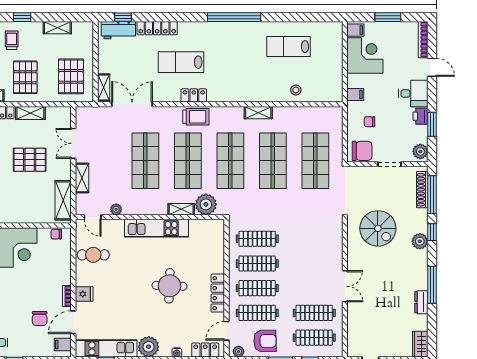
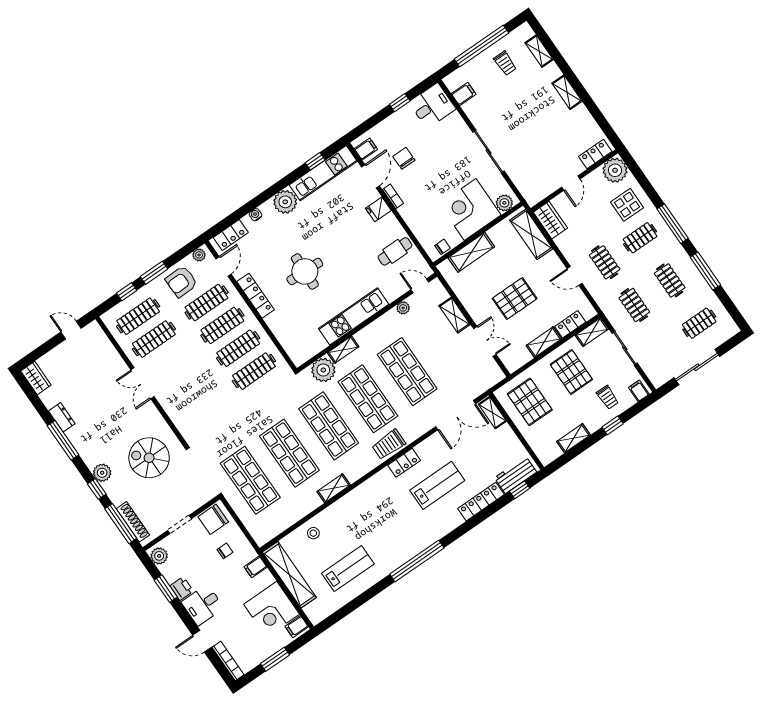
shelving: (335, 72) -> (289, 575), added
shelving: (63, 200) -> (471, 252), moved, turned 90

